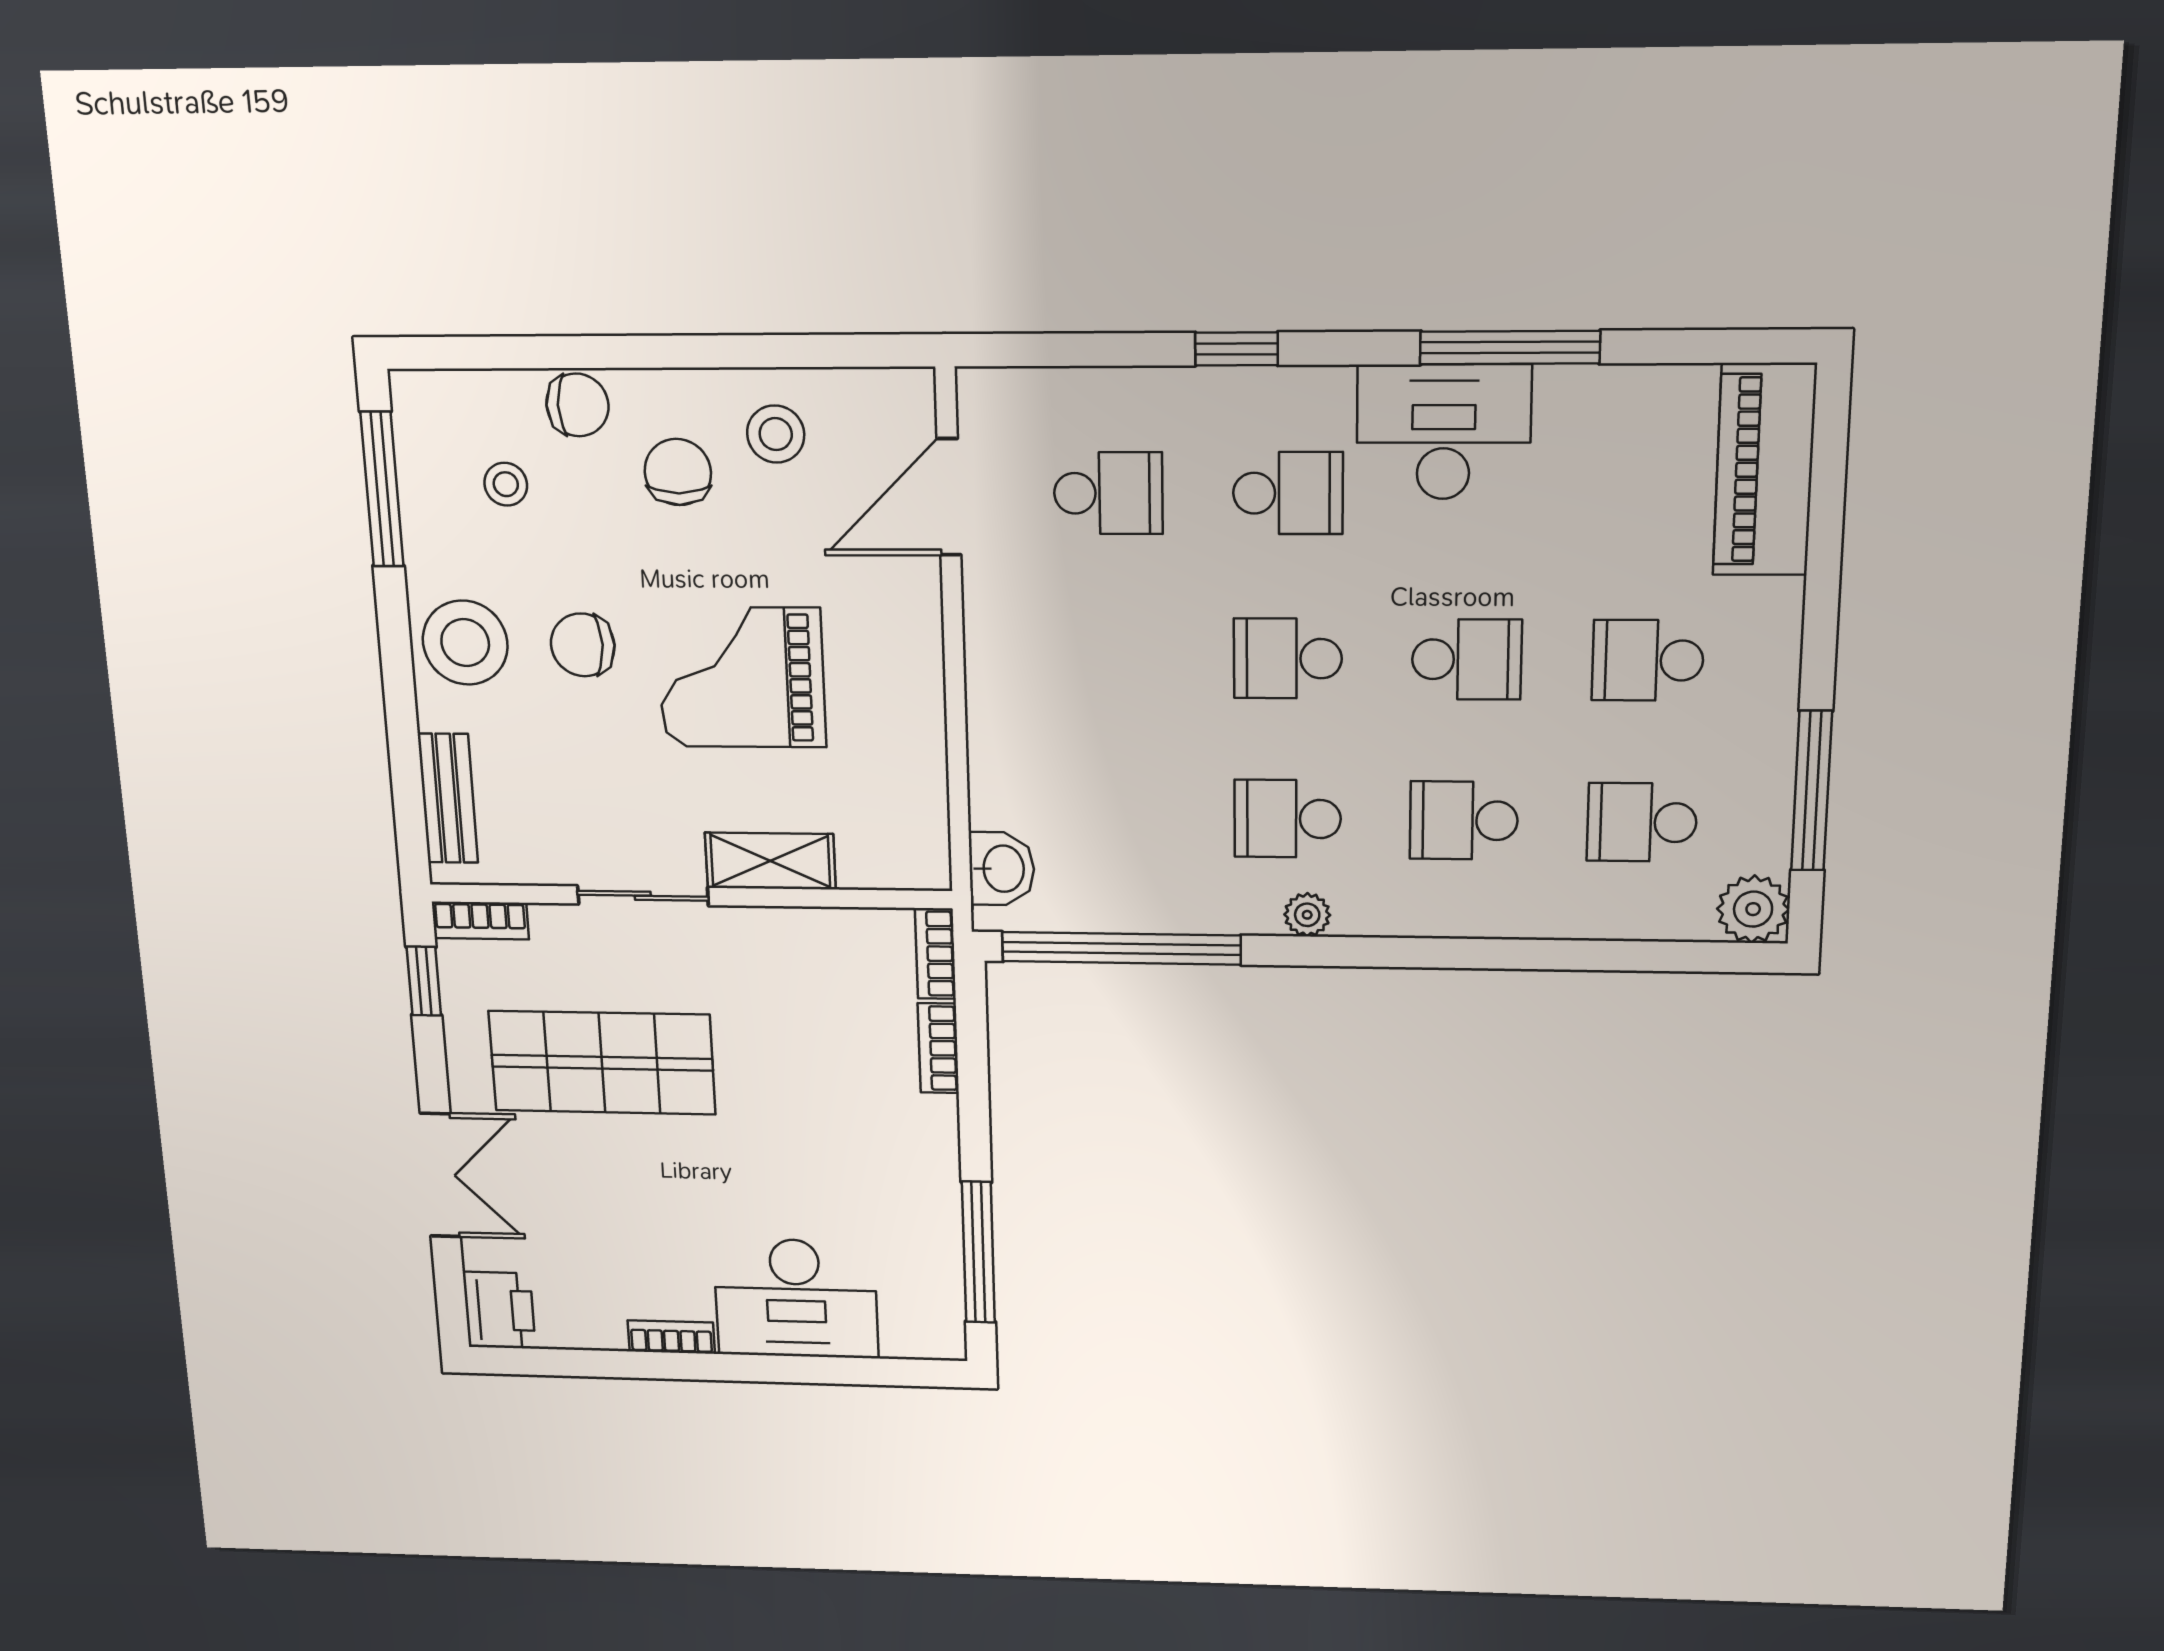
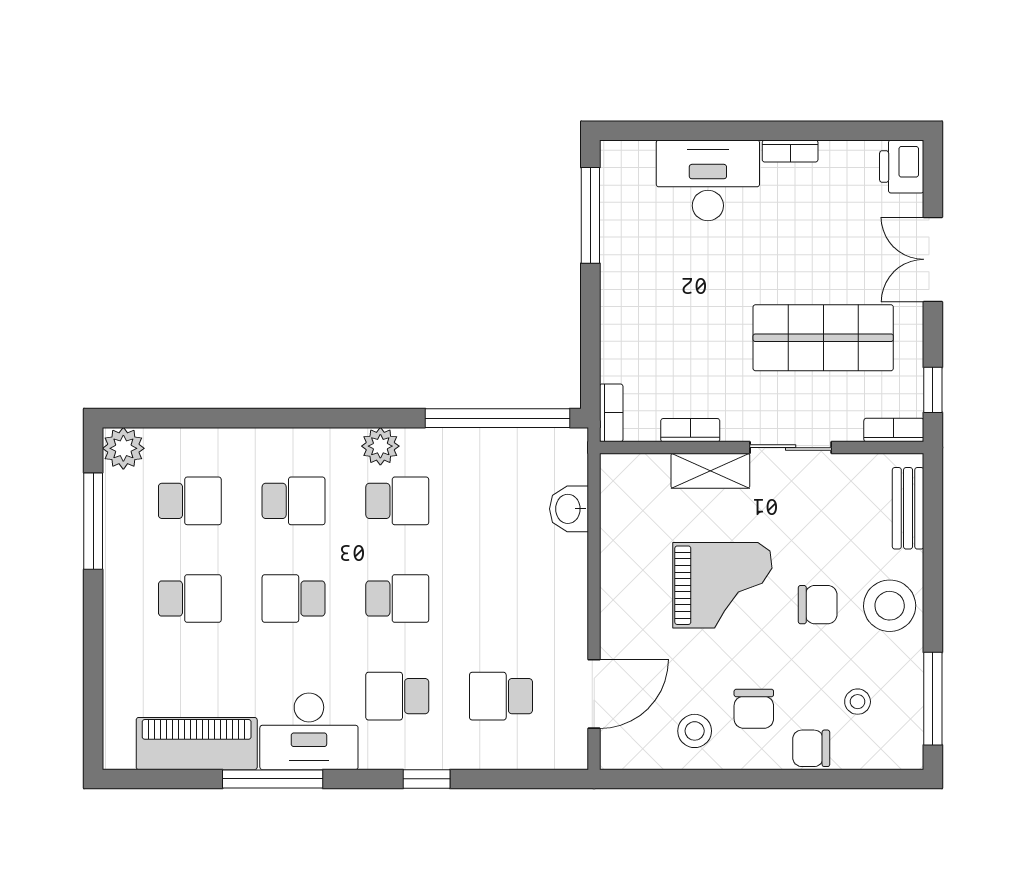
piano: (1765, 470) -> (197, 744), moved, turned -90
washbasin: (1002, 869) -> (569, 509), moved
plant: (1307, 915) -> (380, 446), width x1.38, depth x1.38
bookcase: (938, 1048) -> (690, 430), moved, turned -90

